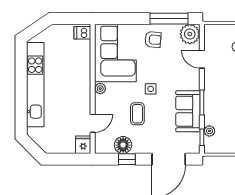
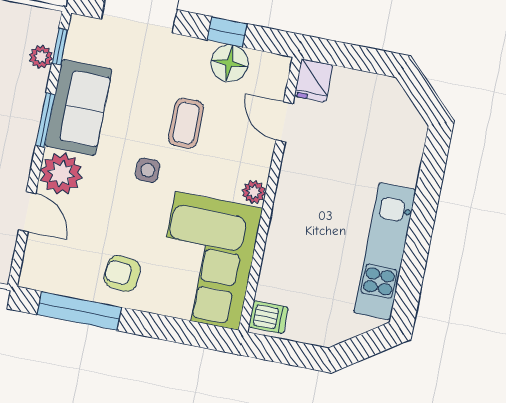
plant: (190, 34) -> (61, 174), moved
kitchen unit: (35, 85) -> (385, 251), width x0.73
door: (93, 123) -> (284, 122), hinge flipped

